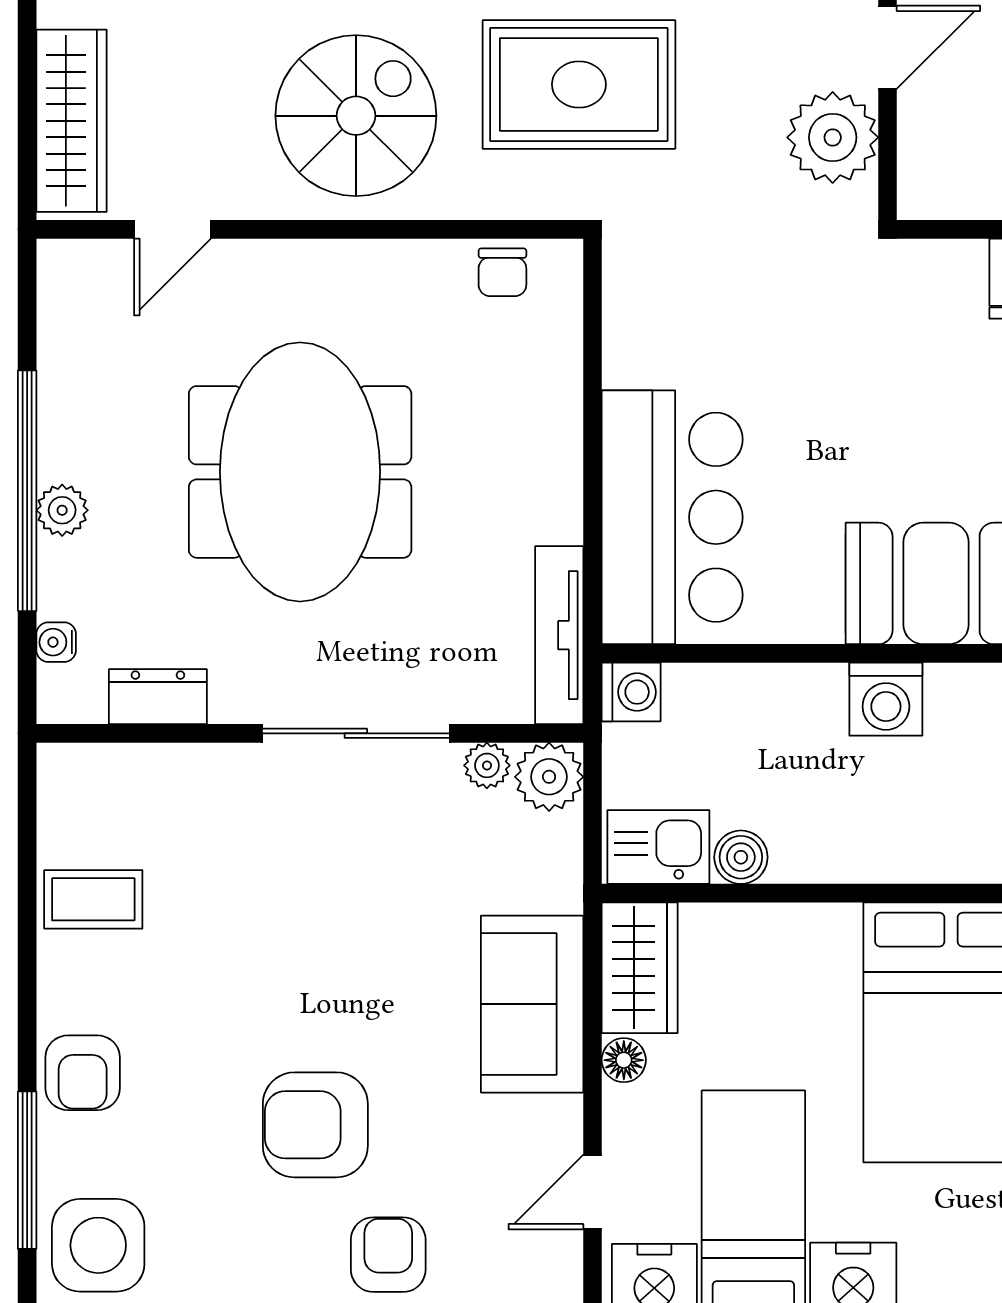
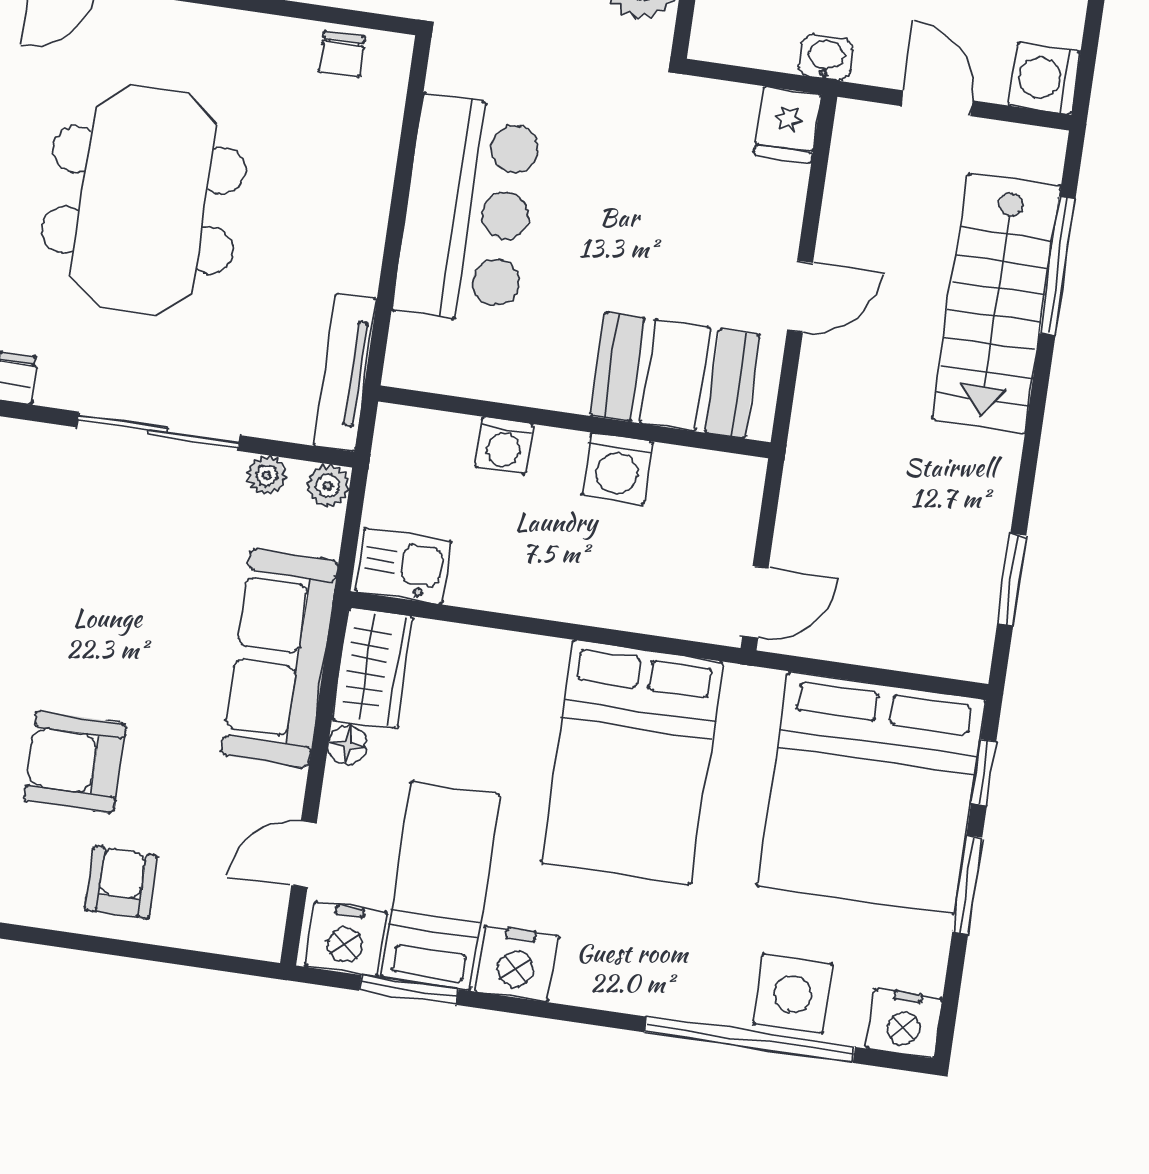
bar counter: (672, 517) -> (468, 210), moved
washing machine: (631, 692) -> (504, 445), moved, turned 90
plant: (549, 777) -> (328, 486), width x0.73, depth x0.73
boiler: (741, 857) -> (473, 586), removed
sofa: (532, 1004) -> (280, 658), width x1.36

